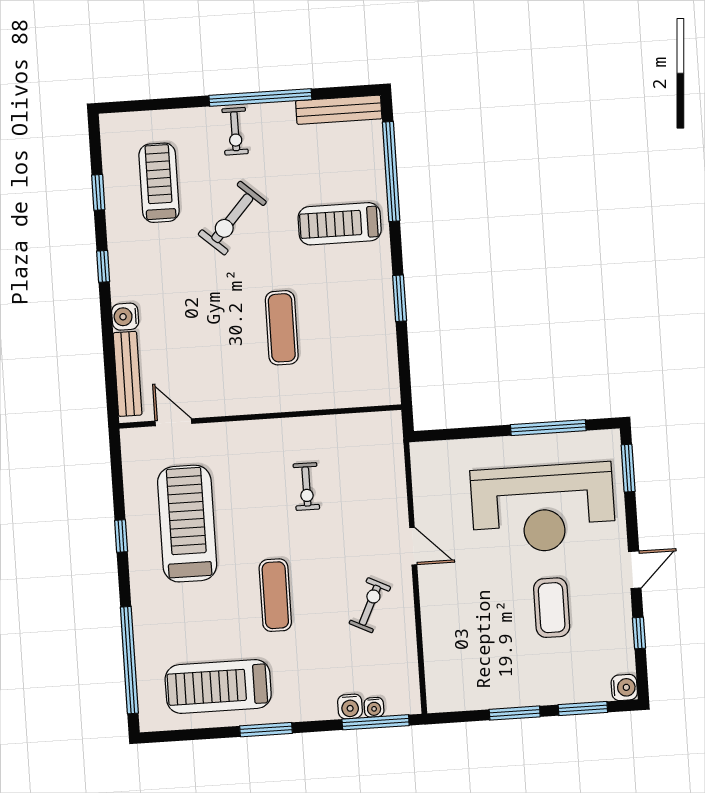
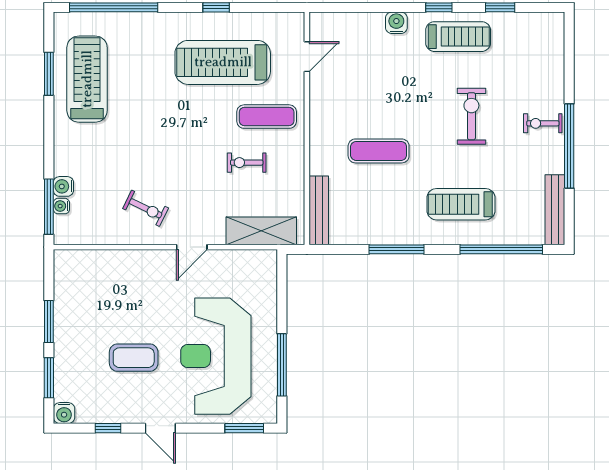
treadmill: (159, 183) -> (458, 37), moved
exercise bike: (232, 218) -> (471, 116), turned 48
treadmill: (340, 224) -> (461, 204), turned -90
window: (400, 298) -> (396, 249), width x1.44
bench: (128, 374) -> (319, 210), moved, turned 90
shelving: (388, 463) -> (261, 231), added
treadmill: (187, 524) -> (223, 62), turned 180
exercise mat: (275, 595) -> (267, 117), moved
window: (266, 730) -> (49, 74), moved

